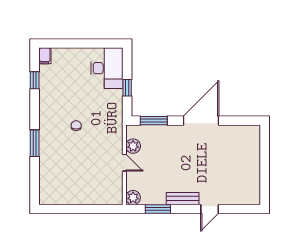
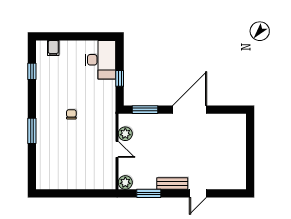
filing cabinet: (45, 56) -> (53, 48), moved

